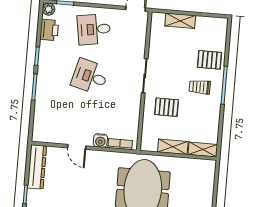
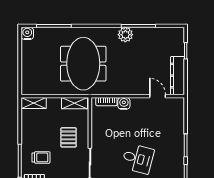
pallet: (167, 107) -> (69, 137), turned 90
door: (77, 147) -> (157, 96), moved
shelving: (173, 147) -> (74, 103), moved

